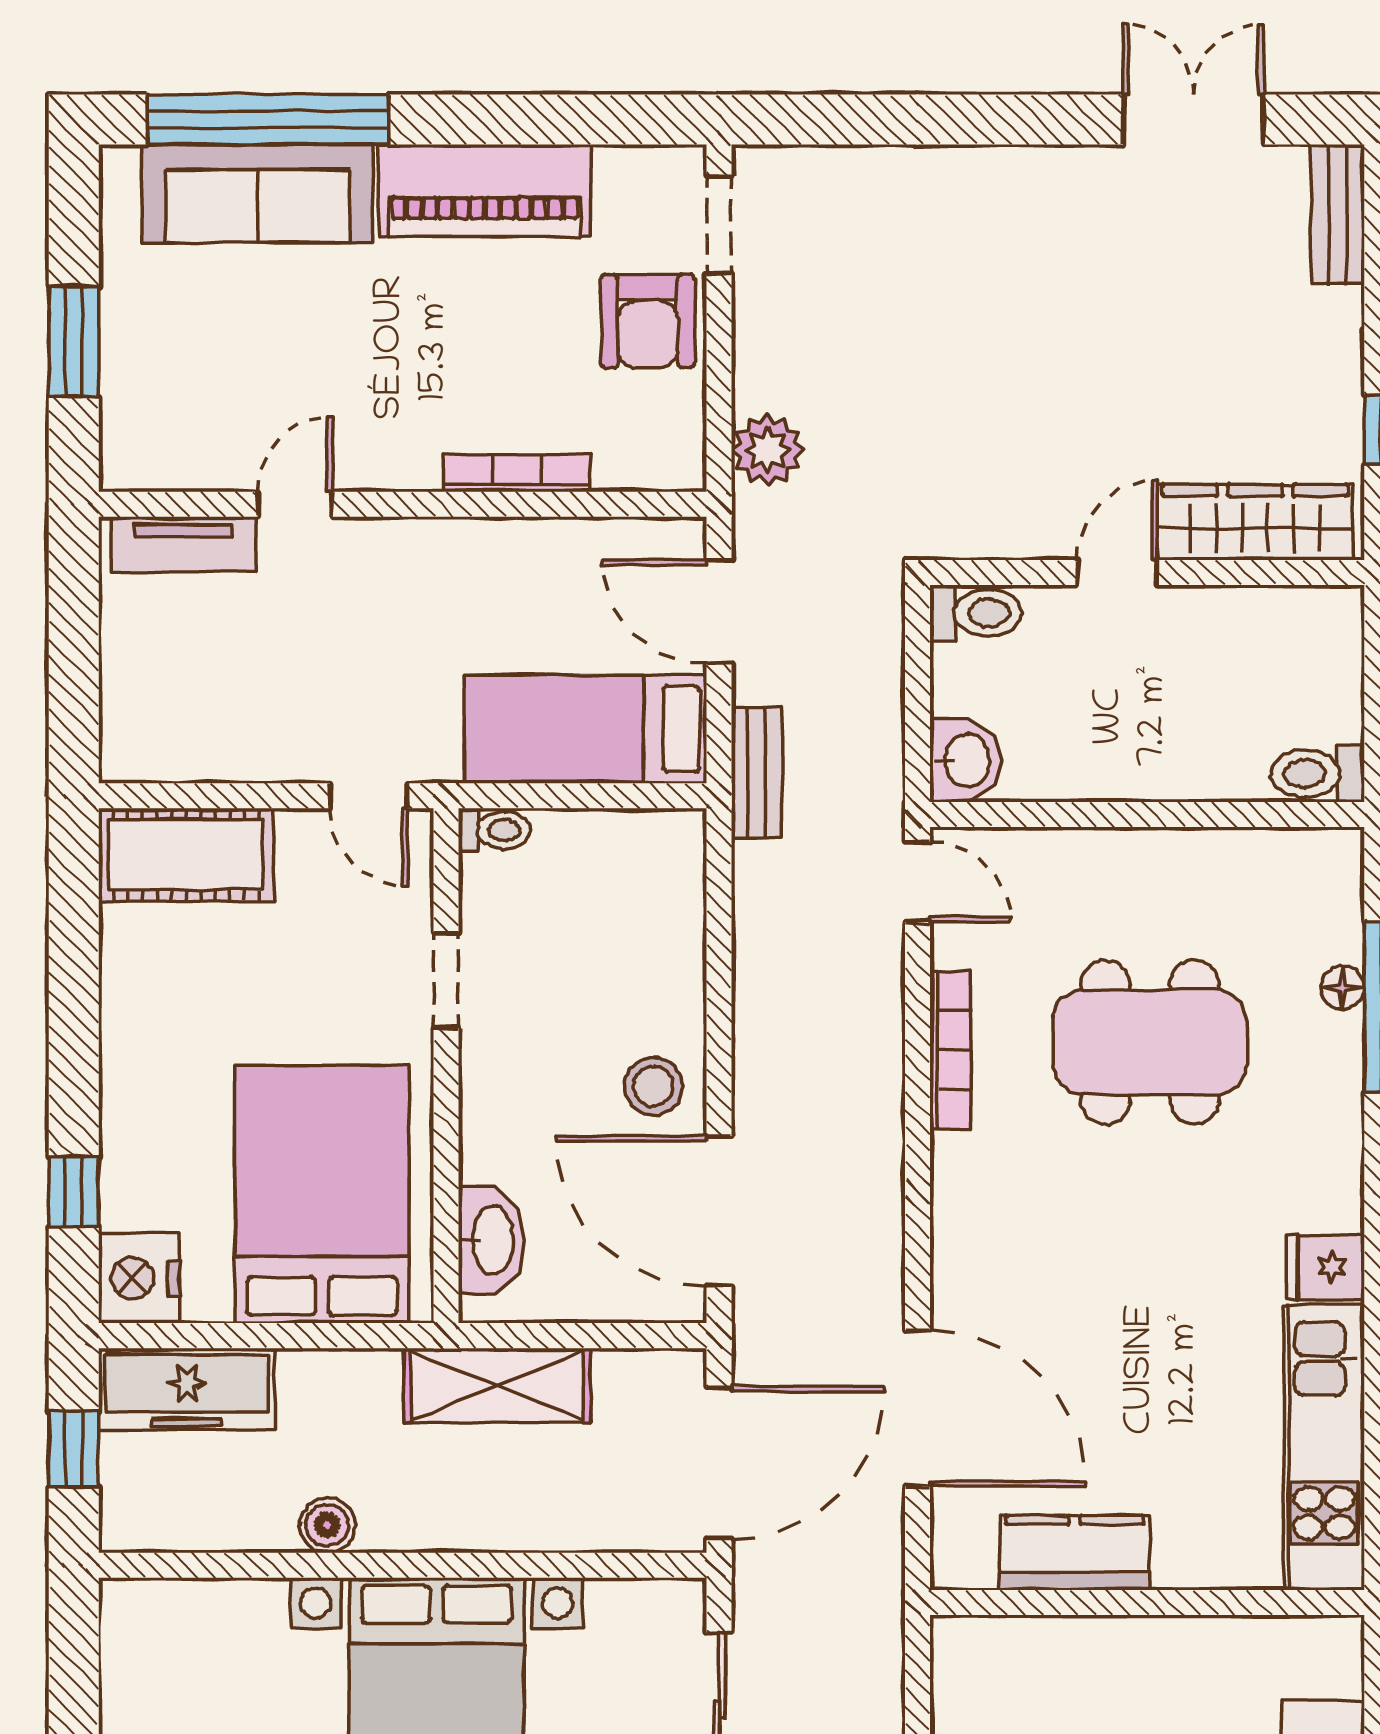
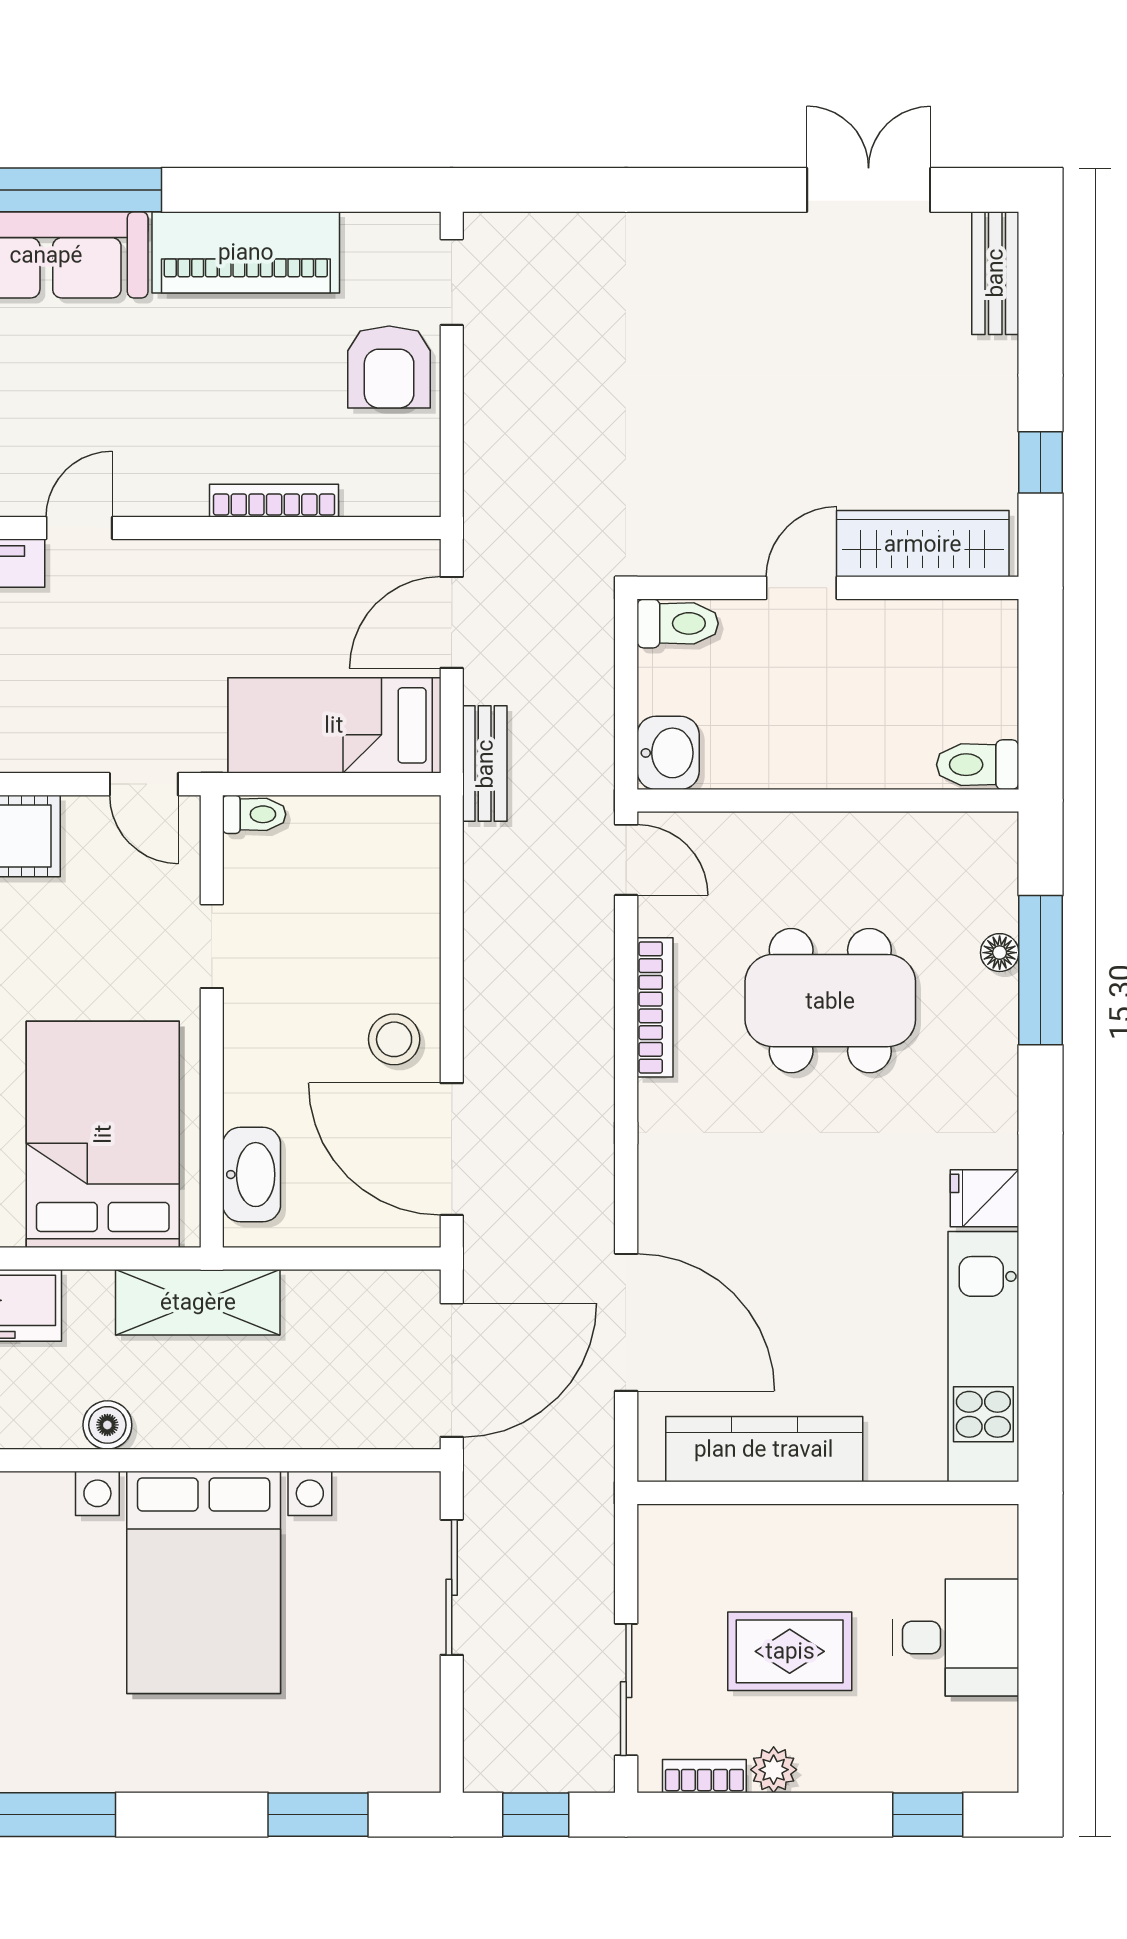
plant: (768, 450) -> (494, 480), removed
door: (719, 612) -> (452, 622), hinge flipped
shelving: (497, 1385) -> (198, 1302), moved
kitchen counter: (1075, 1553) -> (764, 1449), width x1.50

